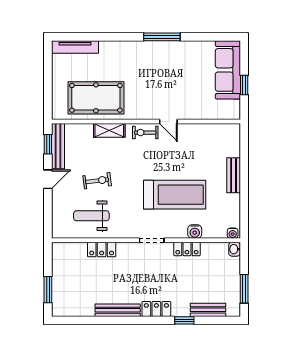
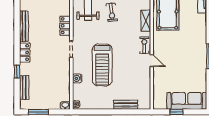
door: (168, 122) -> (152, 61), swing flipped
bench: (234, 175) -> (126, 105), moved
locker: (187, 249) -> (65, 73), removed
locker: (102, 250) -> (65, 26), moved

